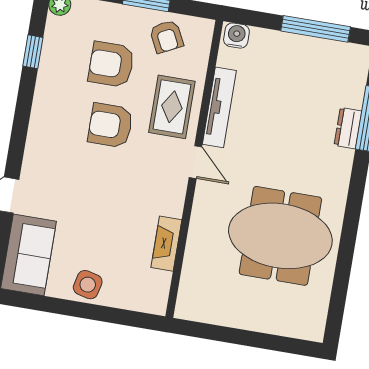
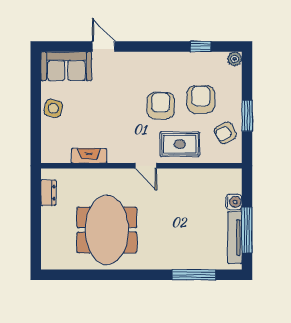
water cooler: (236, 36) -> (234, 202), moved
tv unit: (219, 107) -> (235, 238), moved, turned 90
dresser: (348, 128) -> (48, 193), moved, turned 90
door: (195, 162) -> (146, 166), hinge flipped

